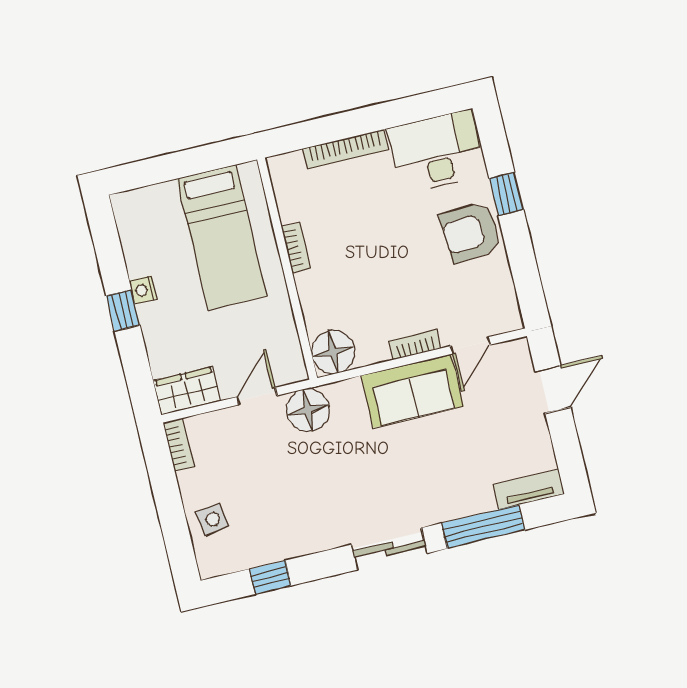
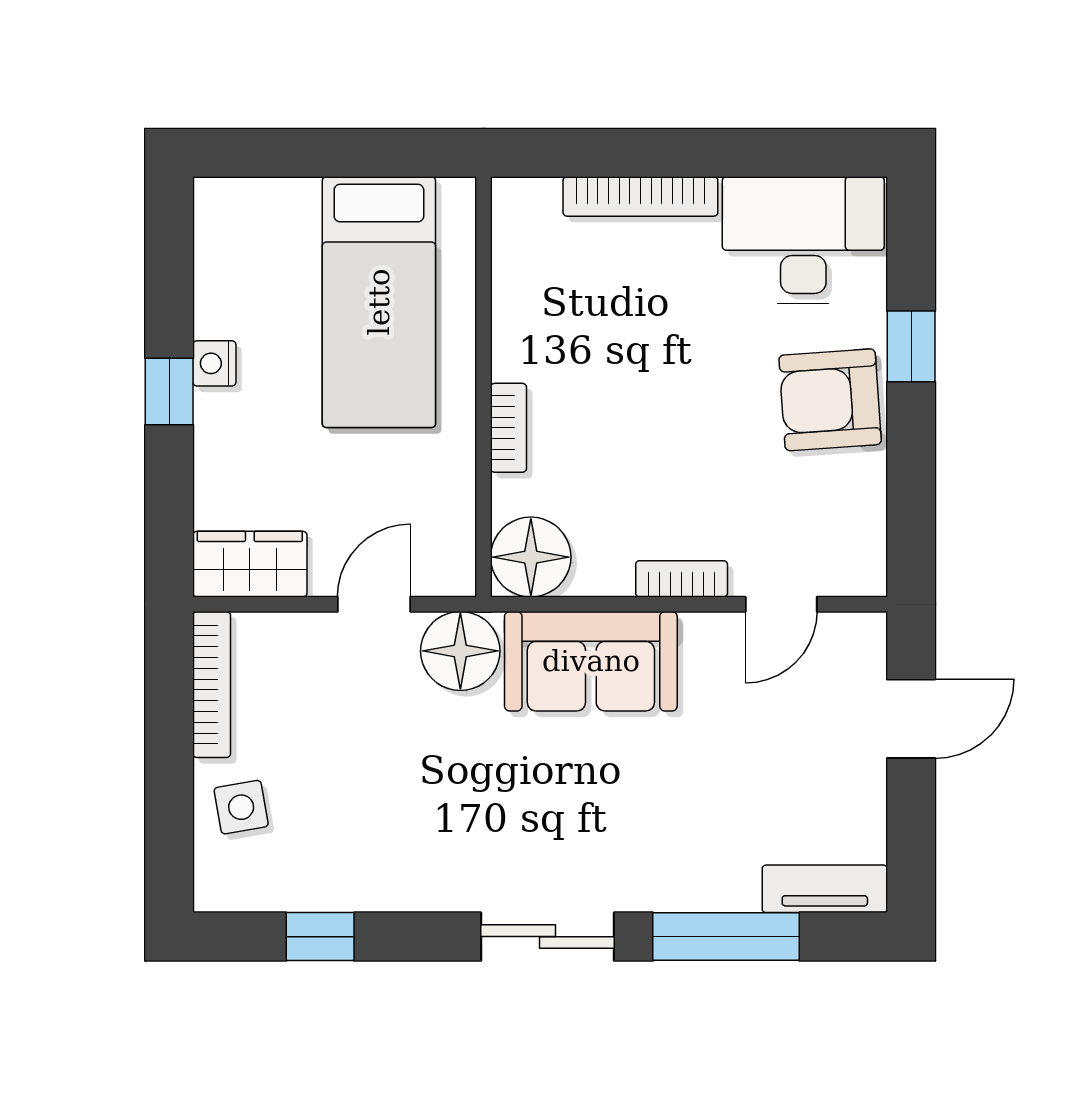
bookcase: (296, 247) -> (509, 428), moved
sofa: (412, 391) -> (591, 661), moved
bookcase: (179, 445) -> (212, 685), width x1.56

